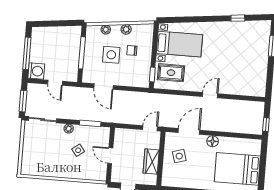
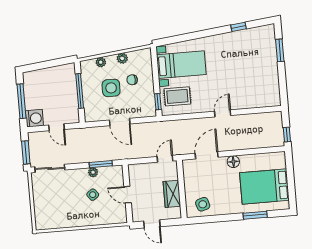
door: (104, 87) -> (120, 122), moved
plant: (69, 129) -> (93, 172), moved
side table: (179, 156) -> (203, 204), moved

